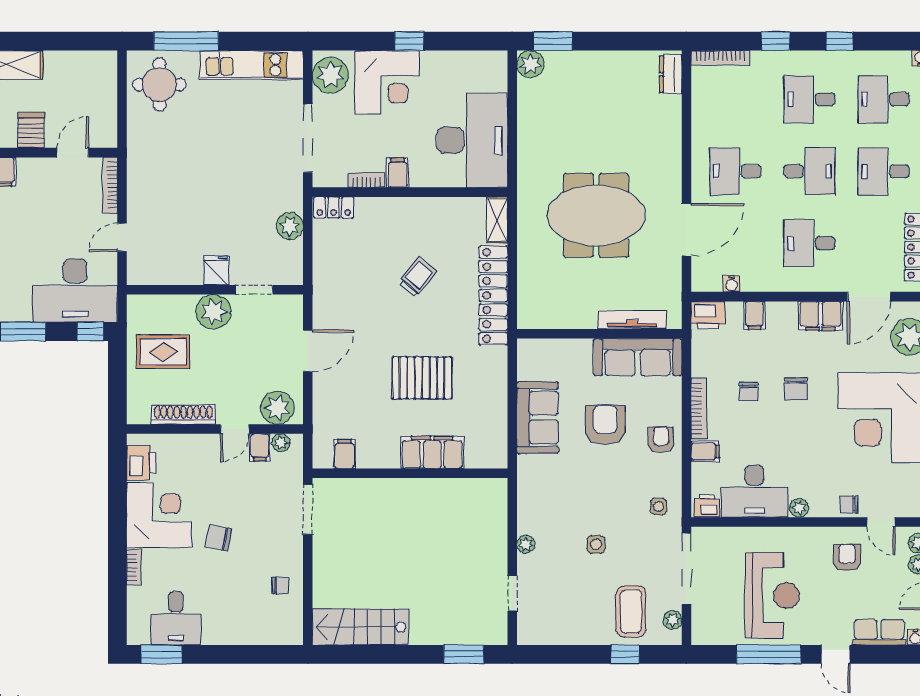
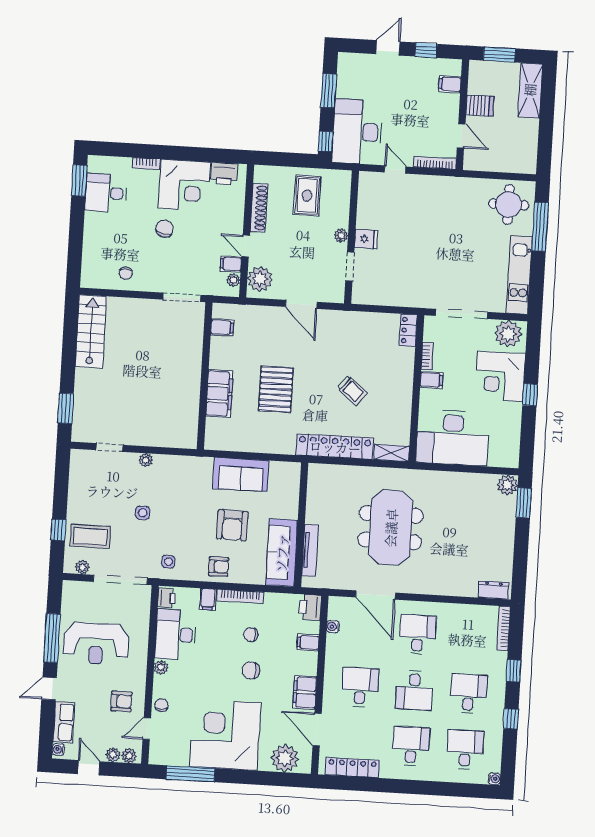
plant: (290, 226) -> (396, 296), removed
plant: (214, 312) -> (341, 235), width x0.53, depth x0.53
armchair: (605, 425) -> (232, 525), turned 91

